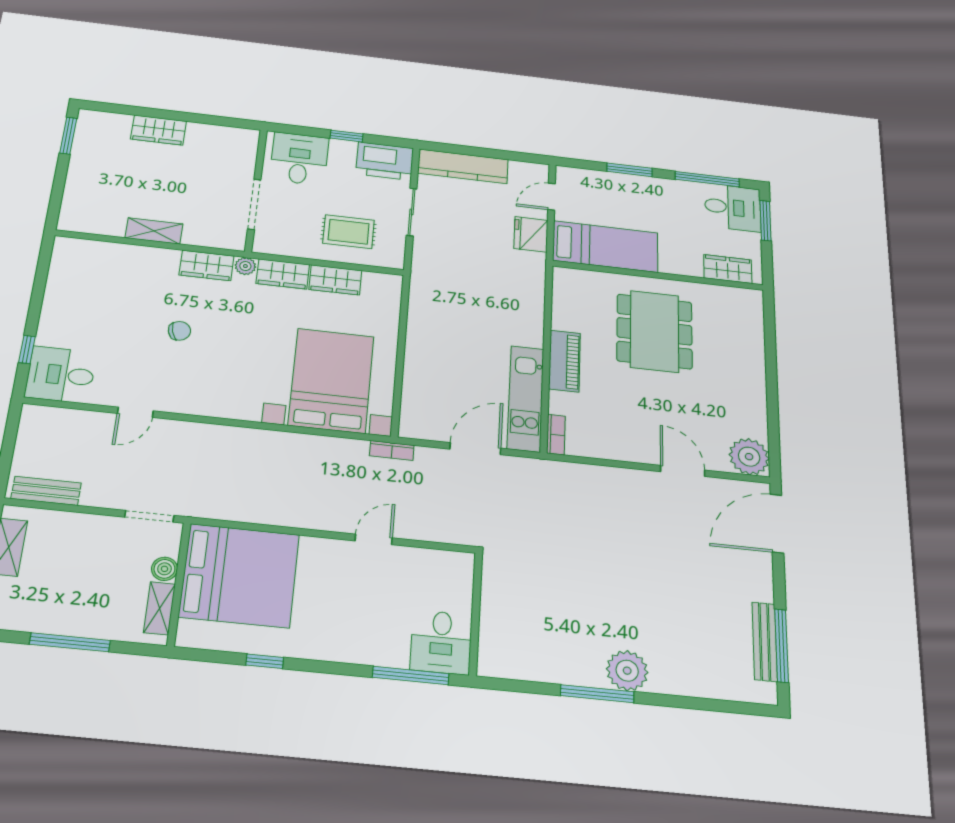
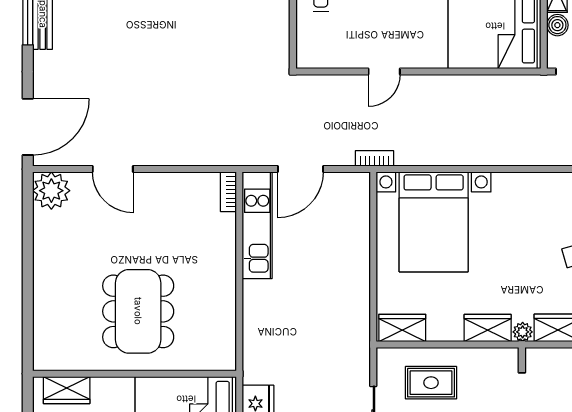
wardrobe: (335, 280) -> (402, 328), moved
piano: (565, 361) -> (222, 269), removed

